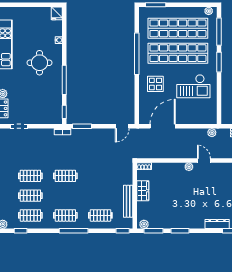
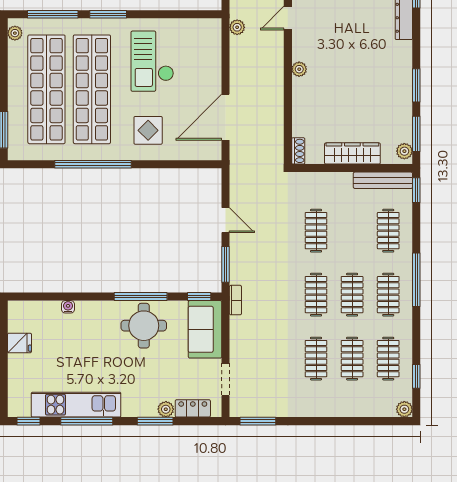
fridge: (57, 13) -> (19, 343), moved
round table: (39, 63) -> (144, 326), moved
checkout: (193, 86) -> (152, 61), turned 180
sofa: (46, 115) -> (205, 329), added
door: (122, 126) -> (226, 220), moved
door: (163, 126) -> (226, 117), hinge flipped
door: (204, 160) -> (288, 18), moved
clothes rail: (100, 176) -> (316, 231), added
wardrobe: (143, 191) -> (352, 153), width x1.50
clothes rail: (65, 196) -> (352, 295), added
bench: (128, 201) -> (383, 180), moved

